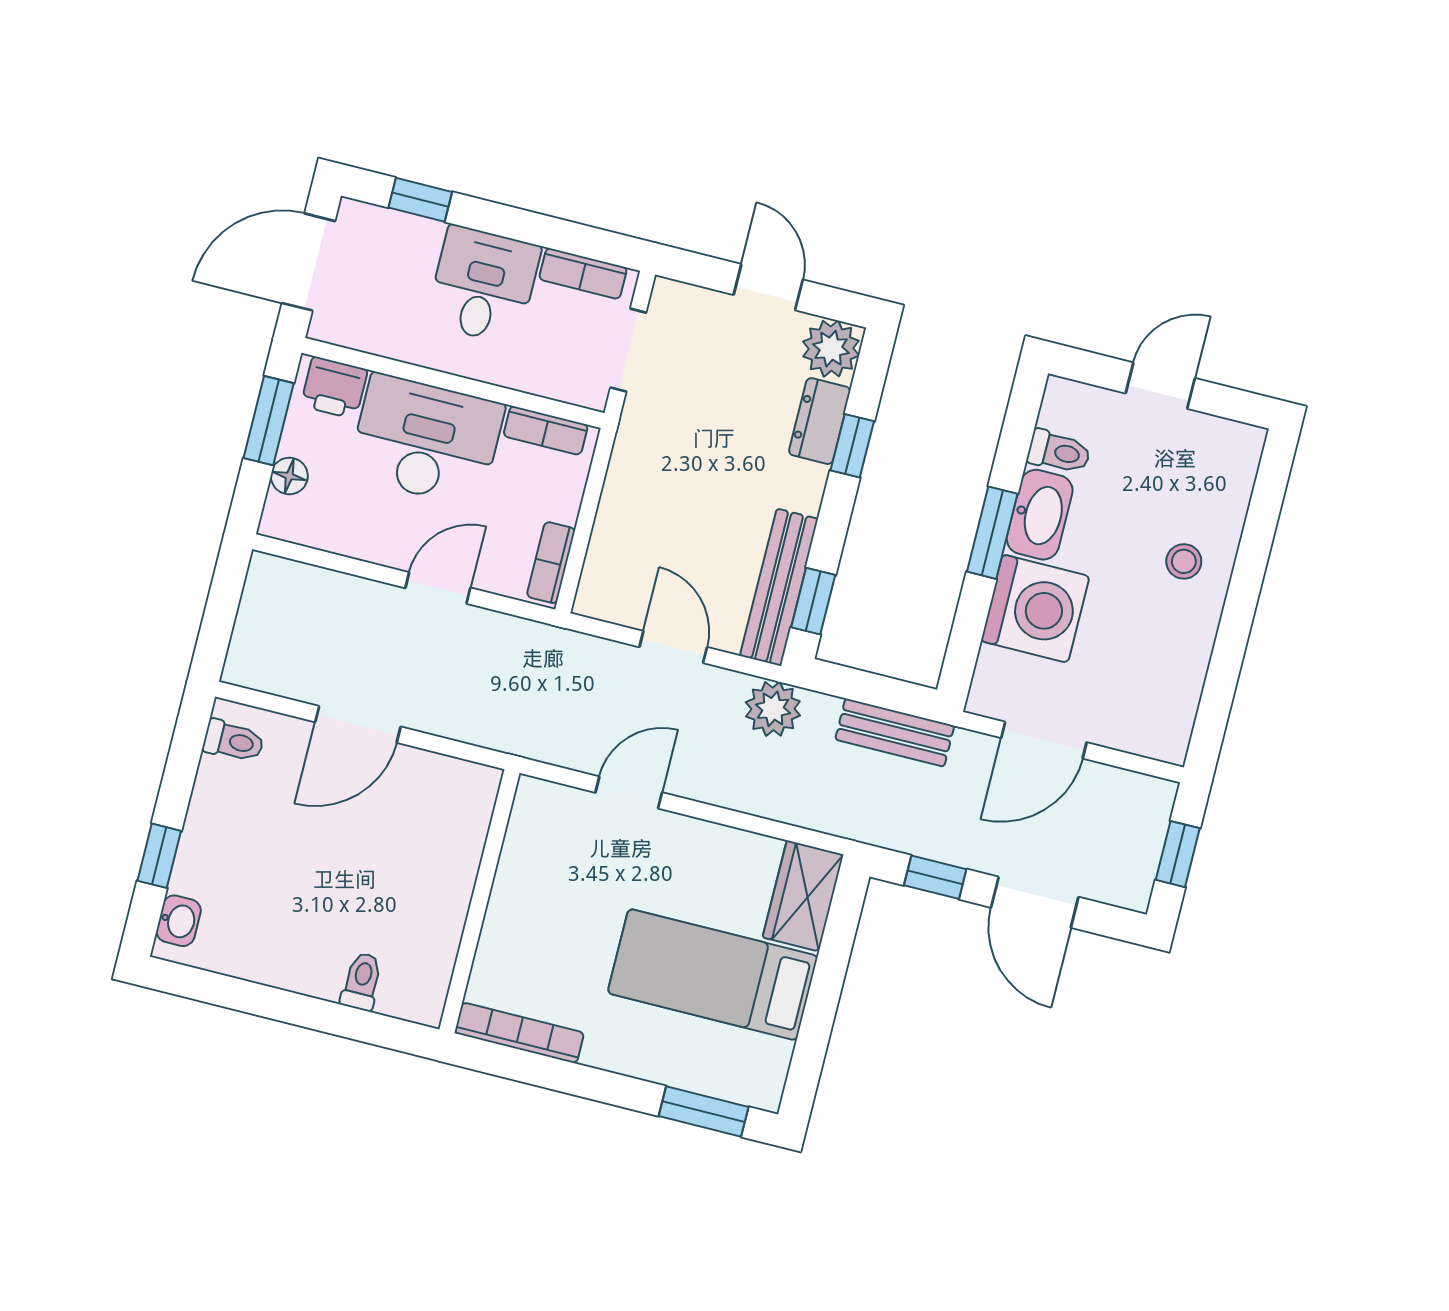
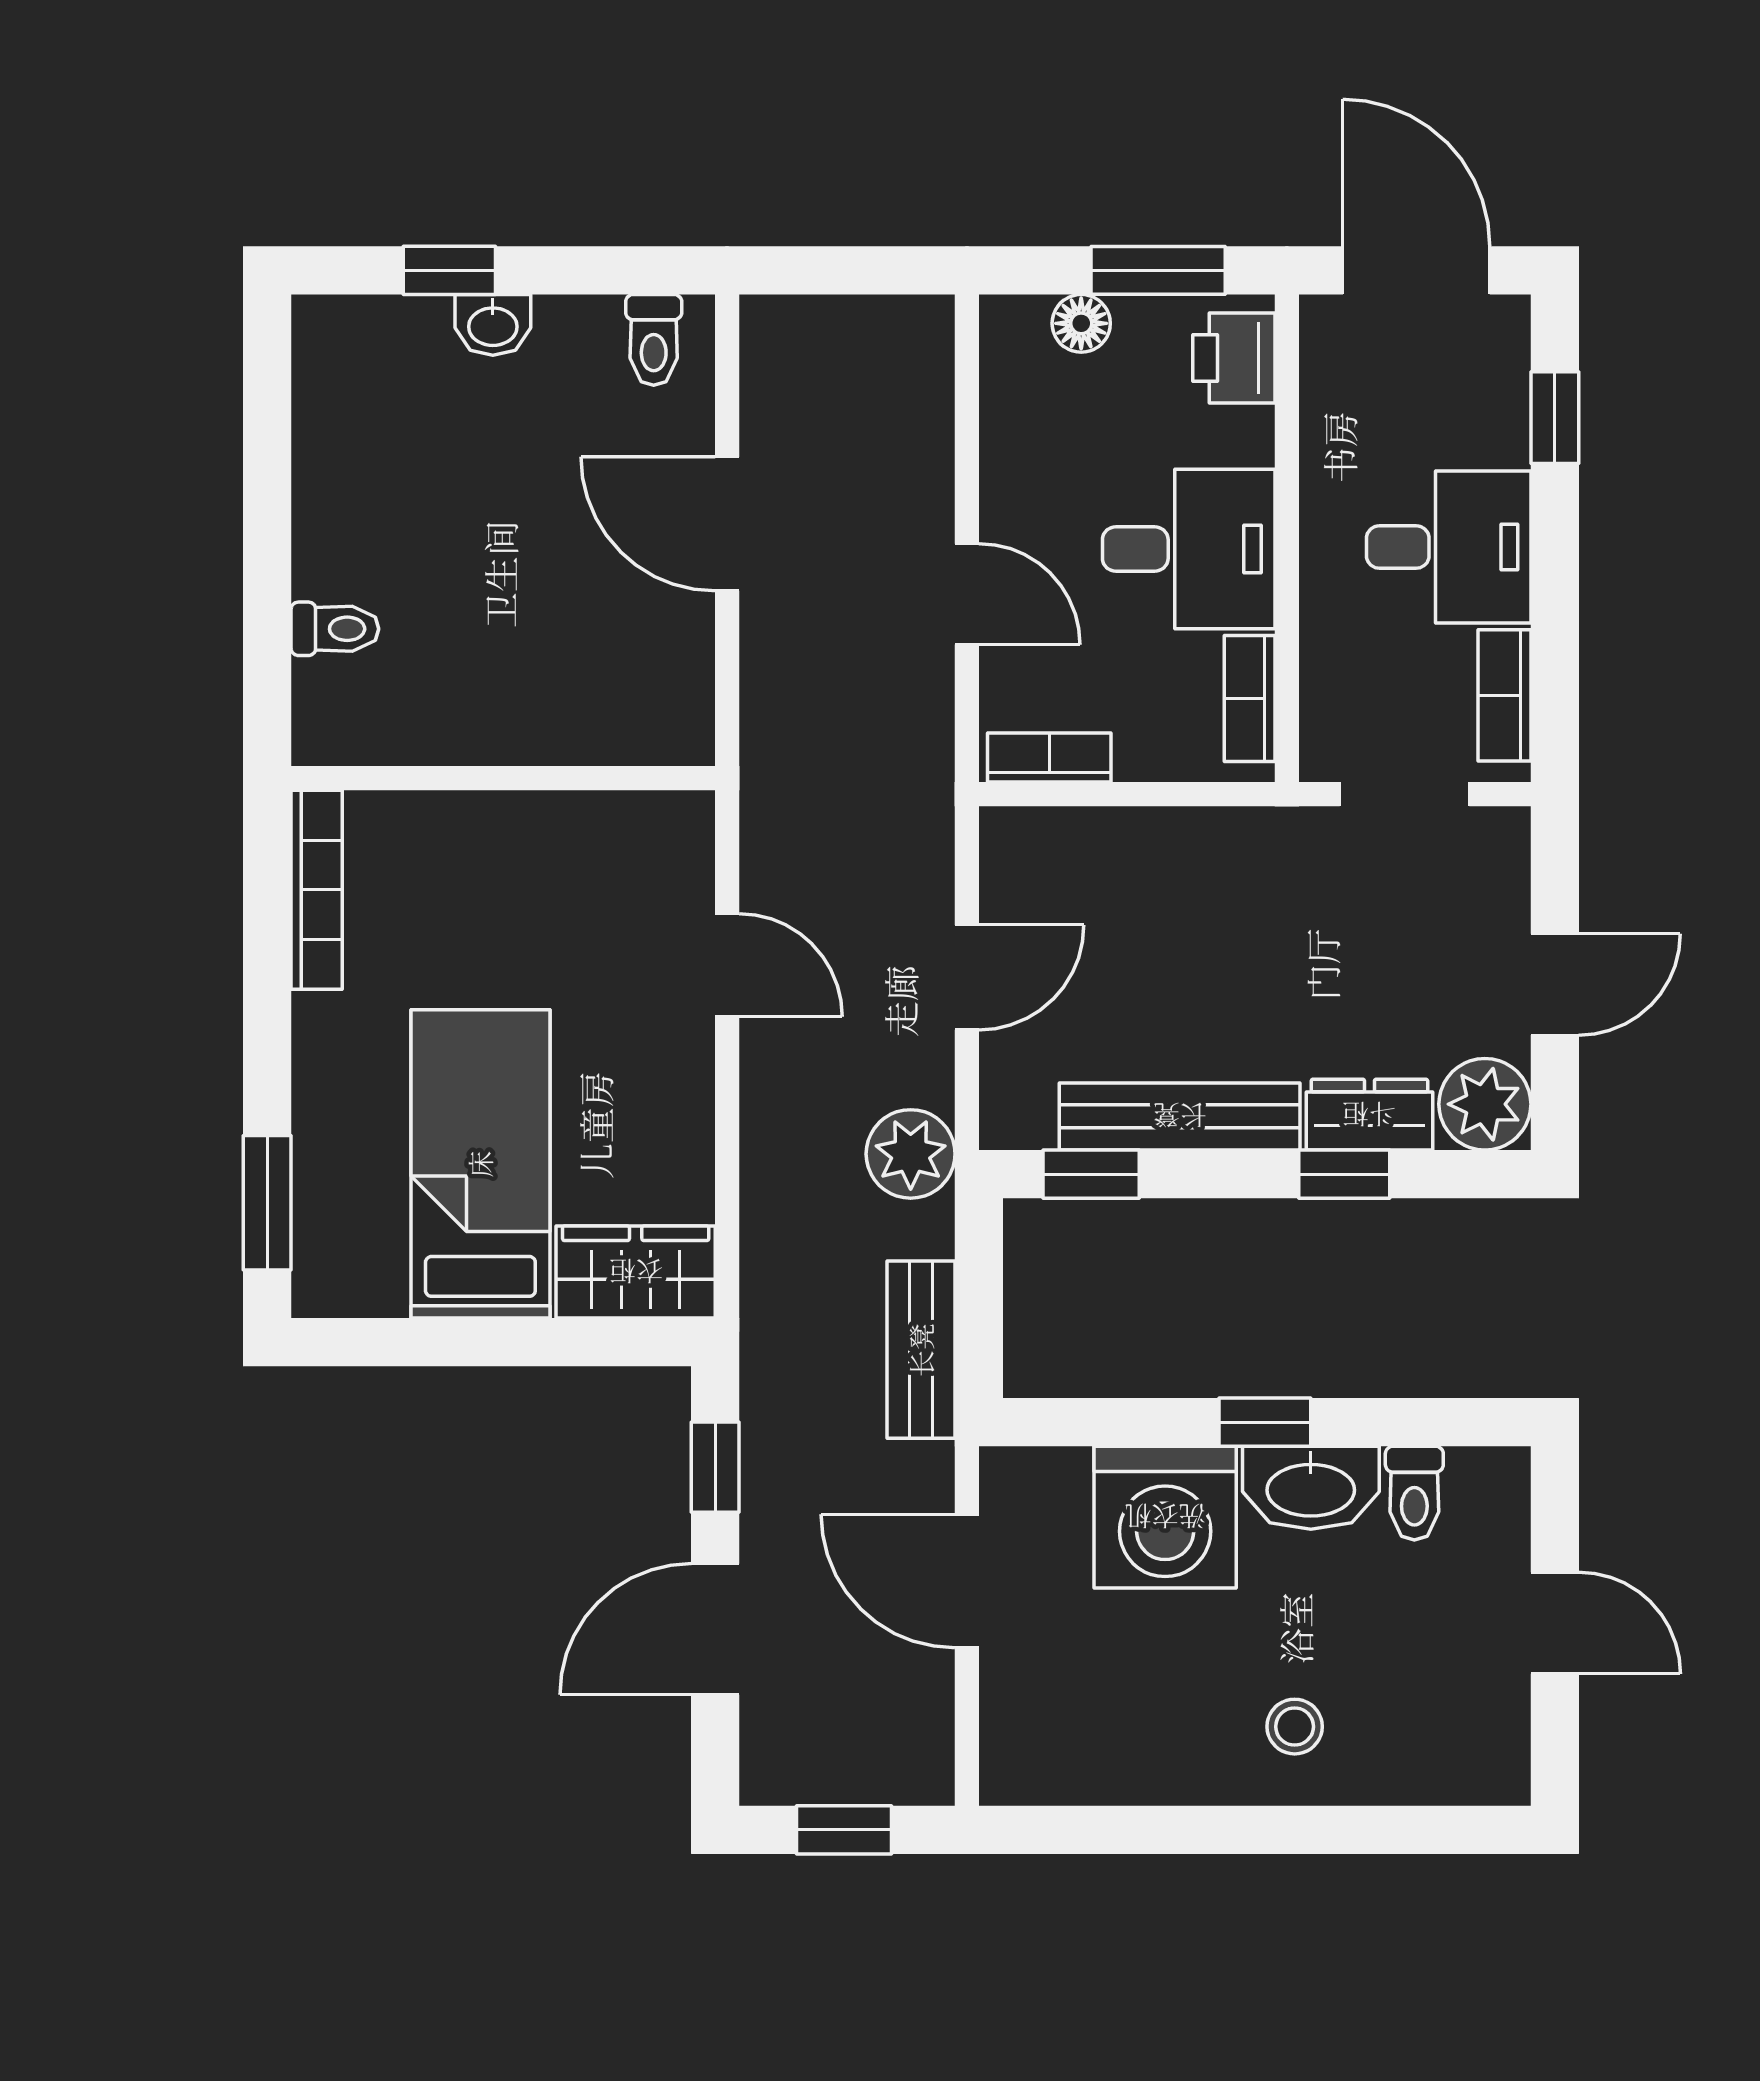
desk: (426, 440) -> (1189, 549), width x0.73
window: (992, 533) -> (1265, 1422), width x0.67
bench: (779, 587) -> (1180, 1116), moved
washbasin: (179, 921) -> (493, 325), moved

